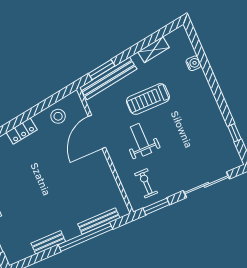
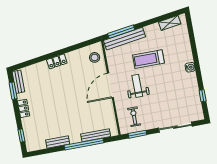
shelving: (154, 50) -> (170, 23), moved
water cooler: (194, 63) -> (190, 67), moved
window: (102, 70) -> (121, 32), width x1.44
stool: (58, 116) -> (95, 57), moved
door: (97, 132) -> (110, 85), moved

